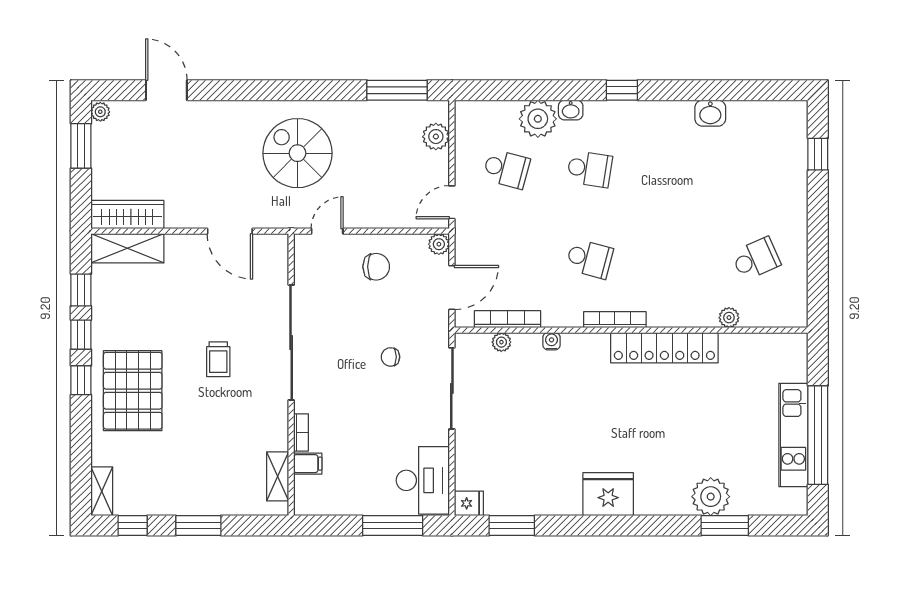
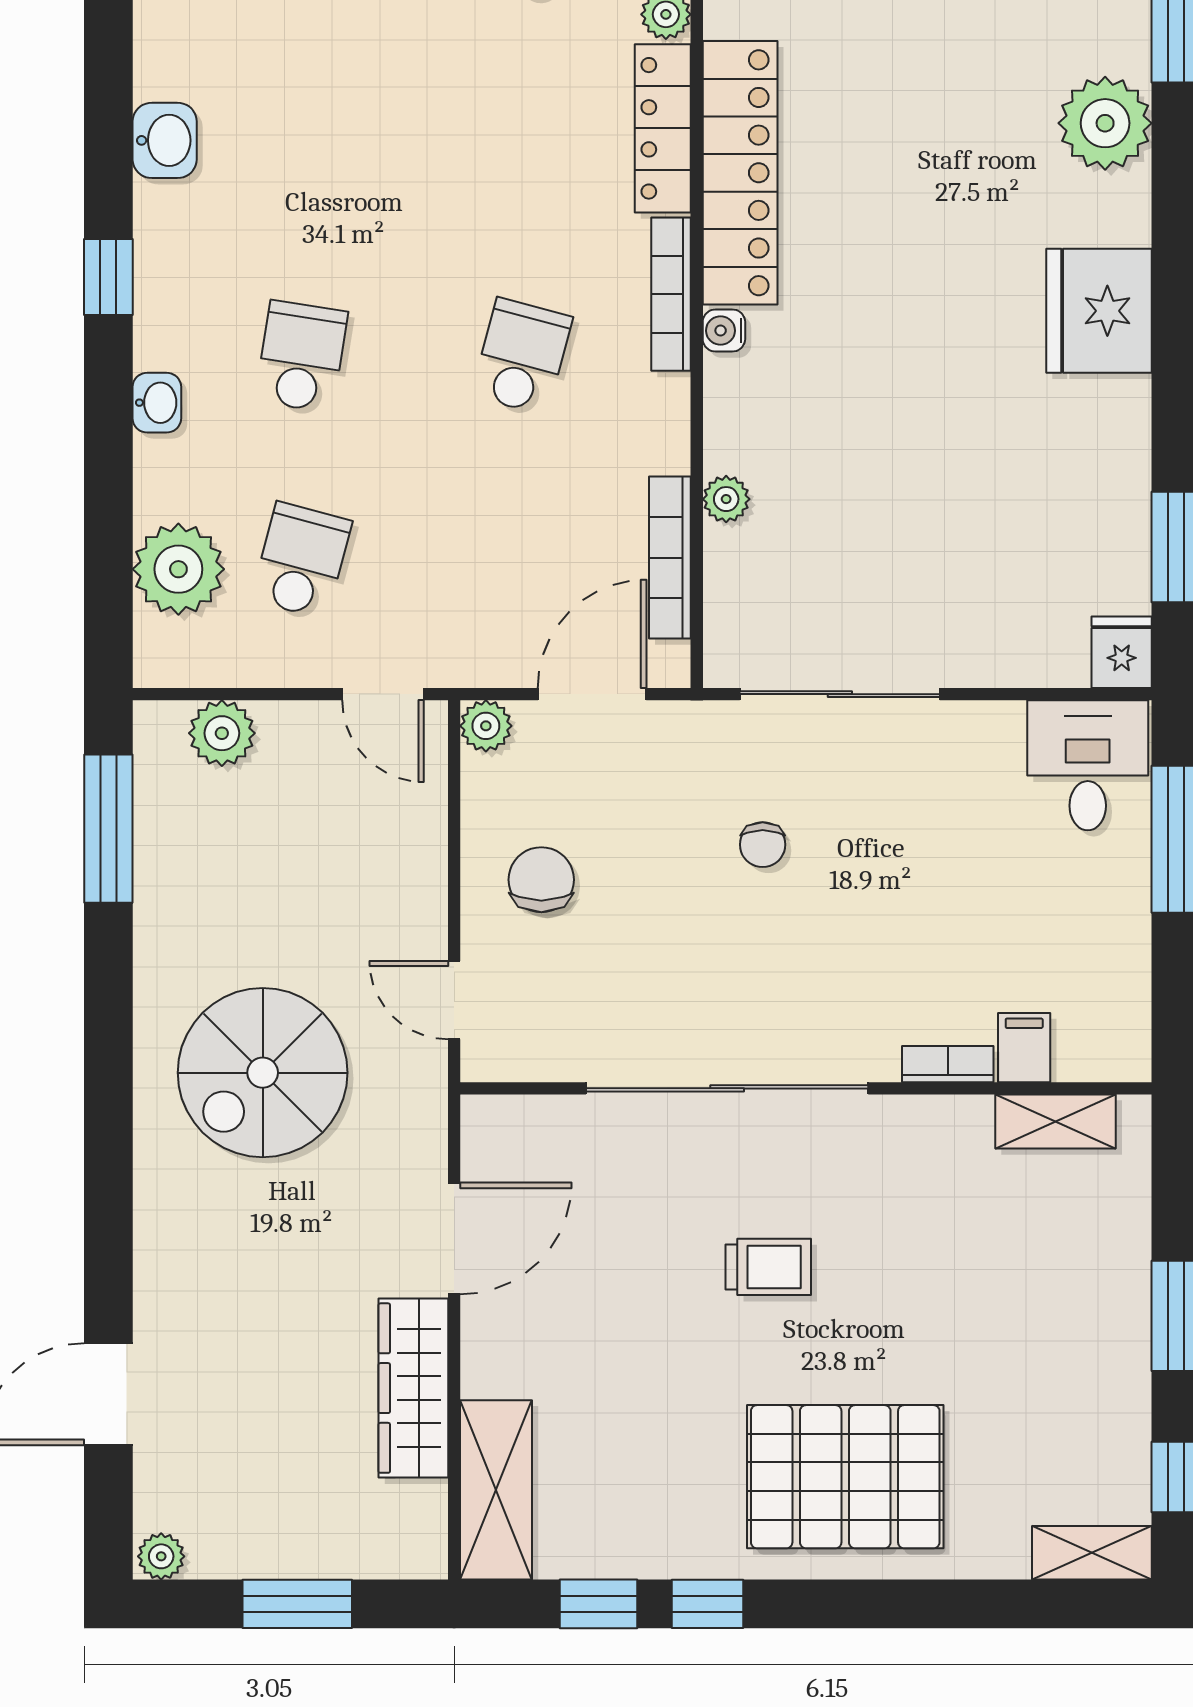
washbasin: (710, 113) -> (165, 140), moved
plant: (538, 119) -> (178, 569), moved
window: (81, 146) -> (297, 1604), moved
wardrobe: (127, 215) -> (413, 1388), moved
door: (452, 287) -> (592, 694), hinge flipped
locker: (683, 316) -> (663, 128), added
water cooler: (551, 341) -> (724, 331), moved
plant: (501, 342) -> (726, 499), moved
window: (81, 380) -> (820, 1604), removed
desk: (423, 480) -> (1088, 765), width x0.73
plant: (711, 497) -> (1105, 123), moved

